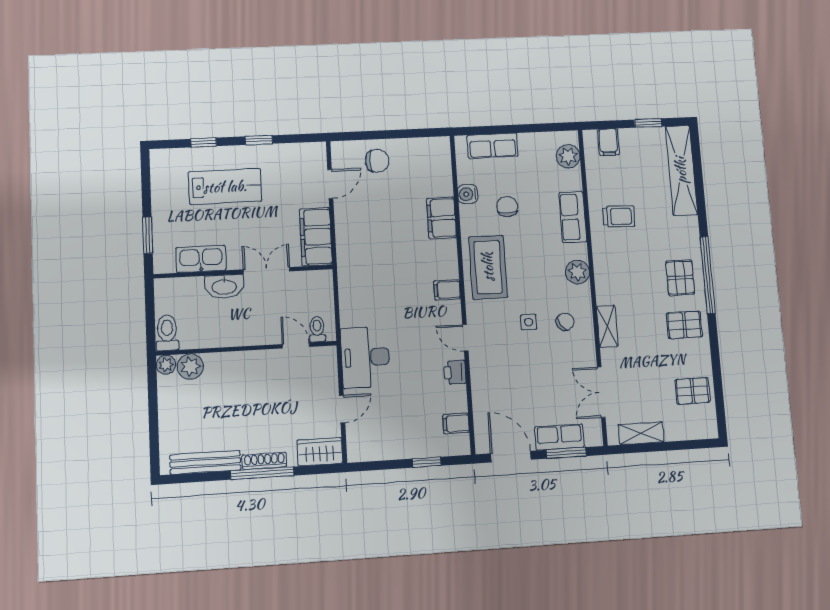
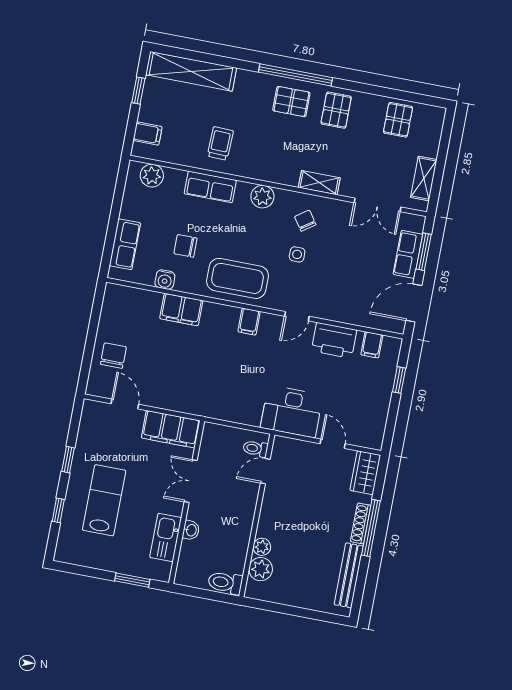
washbasin: (224, 286) -> (191, 530), width x0.52, depth x0.69
plant: (166, 365) -> (262, 547), moved
printer: (455, 372) -> (334, 340), width x1.87, depth x1.48

